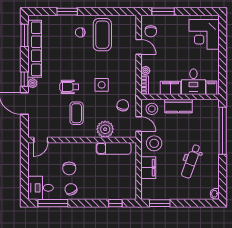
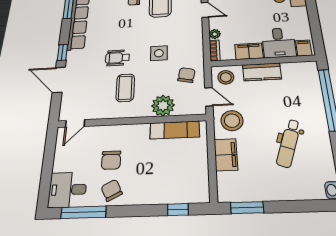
plant: (33, 83) -> (72, 56), removed

